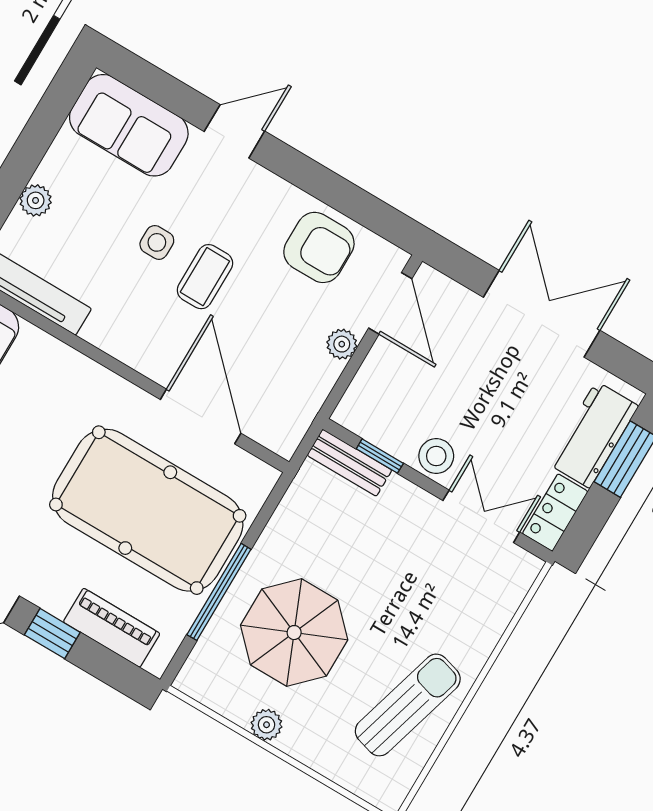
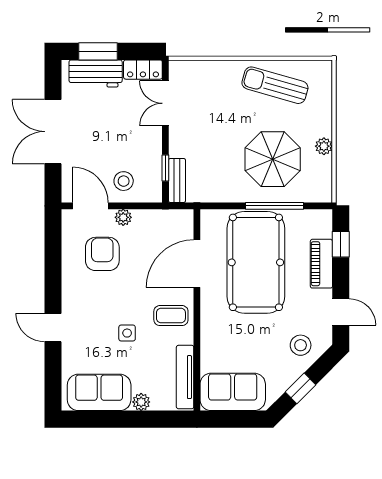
sofa: (129, 125) -> (99, 392), moved, turned -90
armchair: (319, 247) -> (102, 254), moved
coffee table: (205, 277) -> (171, 316), moved
door: (390, 303) -> (90, 206), hinge flipped
stool: (436, 456) -> (124, 181), moved
piano: (112, 628) -> (321, 264), moved
window: (52, 634) -> (341, 244), moved

